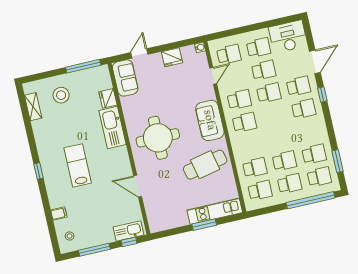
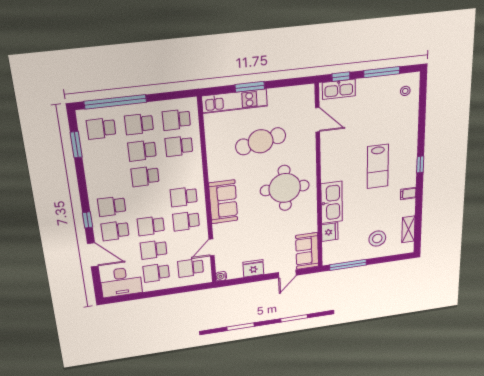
door: (315, 62) -> (93, 255), swing flipped
school desk: (314, 154) -> (145, 176), moved
cafe table: (205, 165) -> (261, 141), moved
door: (138, 186) -> (317, 120), moved
filing cabinet: (59, 214) -> (408, 194), moved

